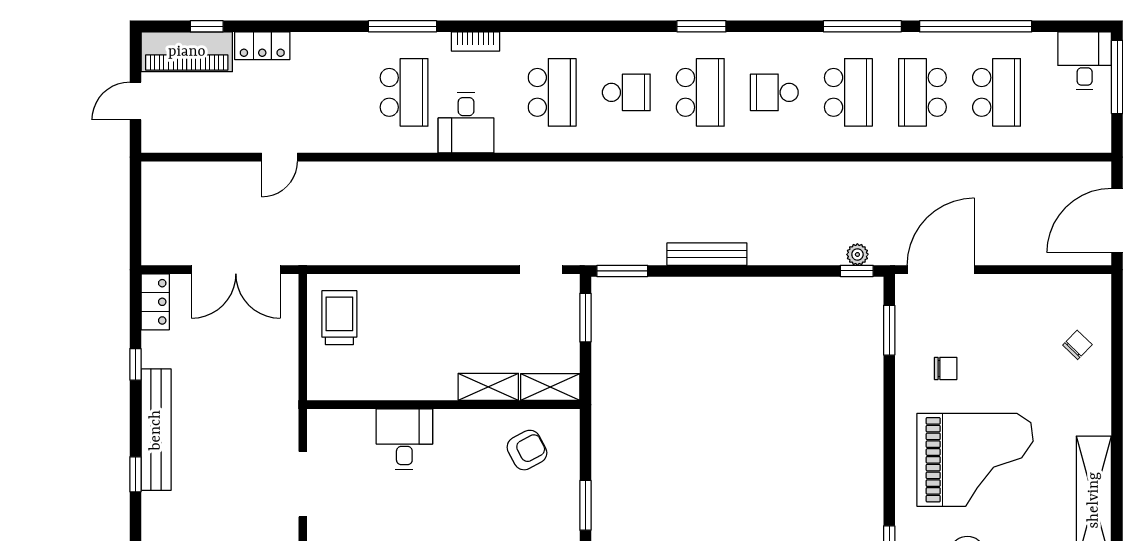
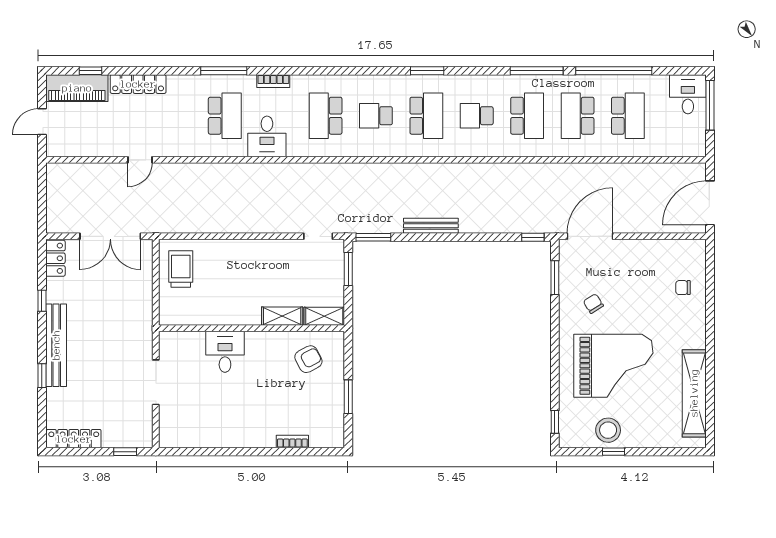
locker: (262, 46) -> (138, 84), width x1.53
school desk: (552, 92) -> (326, 116), turned 180
school desk: (626, 92) -> (376, 116), turned 180
plant: (857, 254) -> (533, 226), removed
chair: (1077, 345) -> (683, 288), turned -134
chair: (946, 368) -> (593, 304), turned -122

